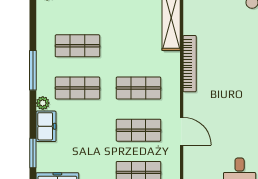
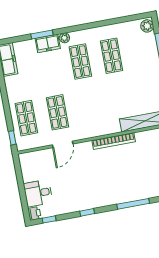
window: (33, 70) -> (87, 26), removed
shop shelf: (139, 88) -> (89, 107), removed
window: (33, 153) -> (42, 34), moved

